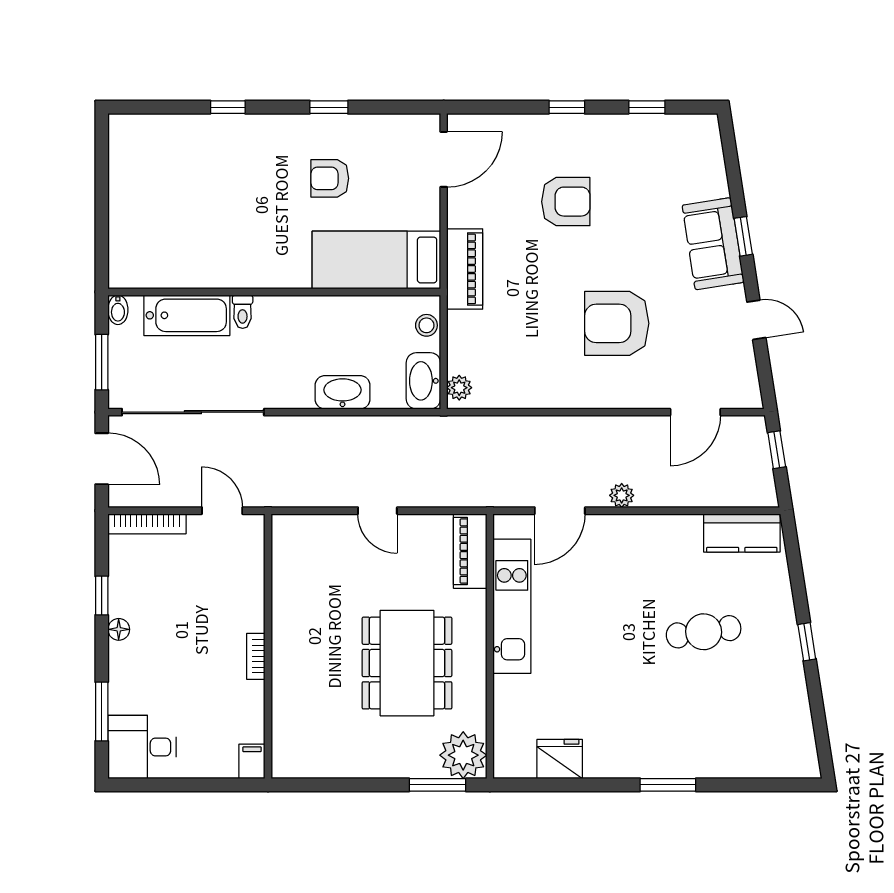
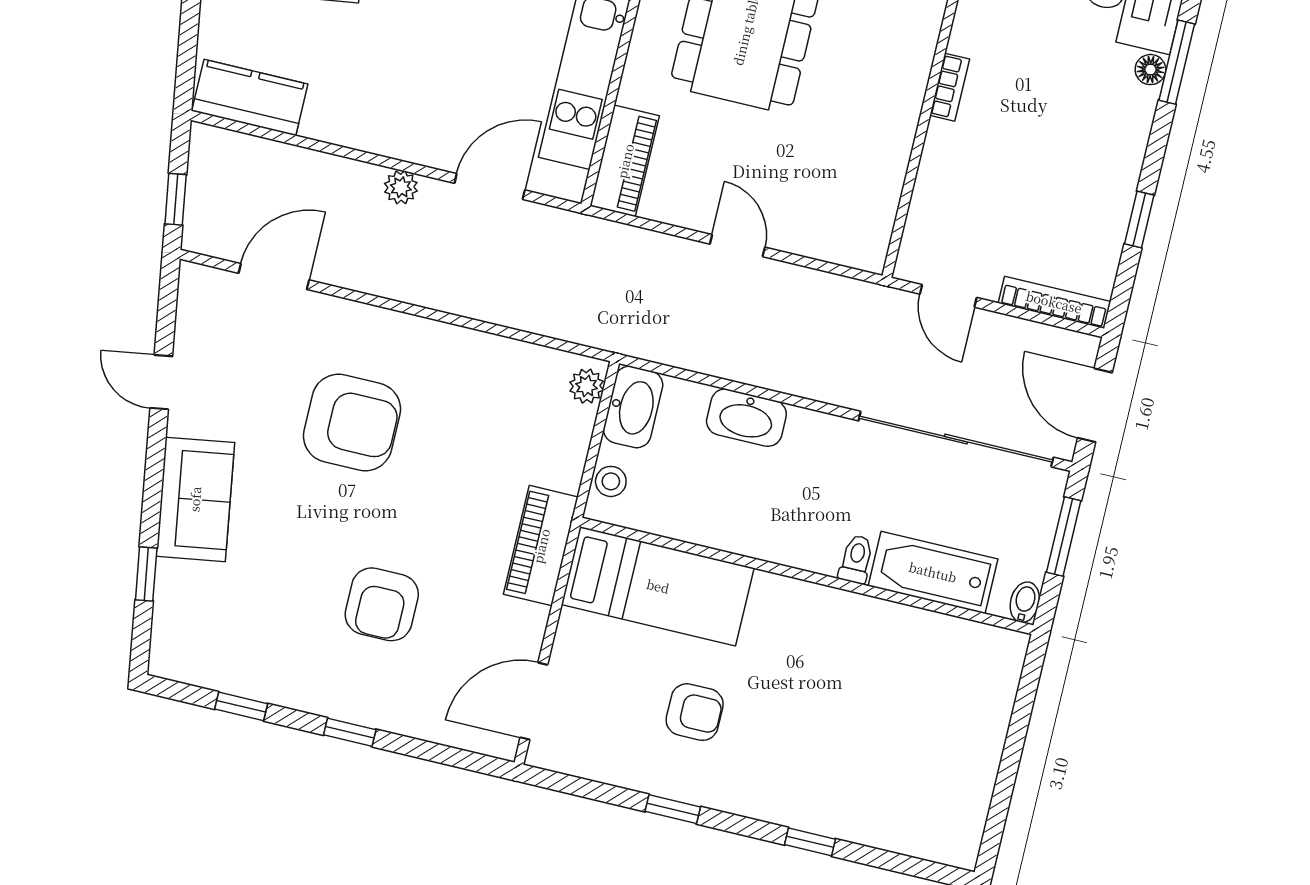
armchair: (566, 202) -> (382, 604), turned -90
window: (743, 236) -> (146, 574), moved
floor lamp: (119, 629) -> (1150, 70), moved

